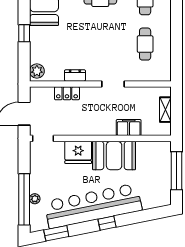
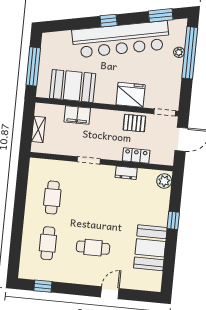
pallet: (72, 125) -> (134, 123), added
booth: (114, 156) -> (73, 86), moved

